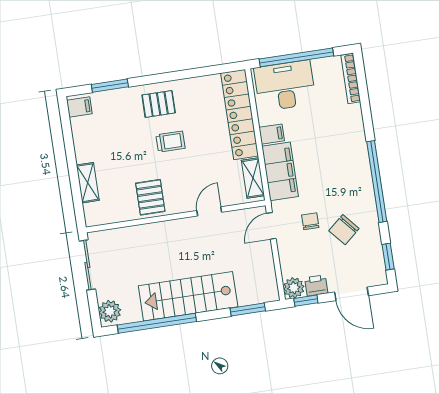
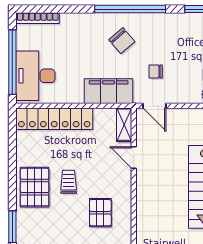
pallet: (159, 104) -> (35, 187), width x1.50, depth x1.42
filing cabinet: (272, 134) -> (75, 94), removed
shelving: (253, 178) -> (124, 125), moved, turned 90
pallet: (150, 197) -> (100, 213), moved, turned 90
chair: (344, 230) -> (122, 41), moved

